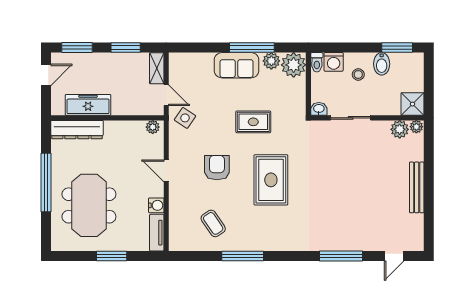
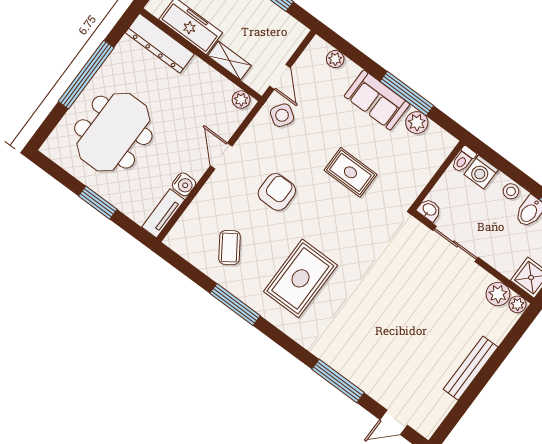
plant: (294, 65) -> (335, 59), moved, width x0.53, depth x0.53
shelving: (157, 68) -> (229, 61), moved, turned 90
stool: (358, 75) -> (511, 191), moved
rug: (271, 180) -> (300, 278), moved

